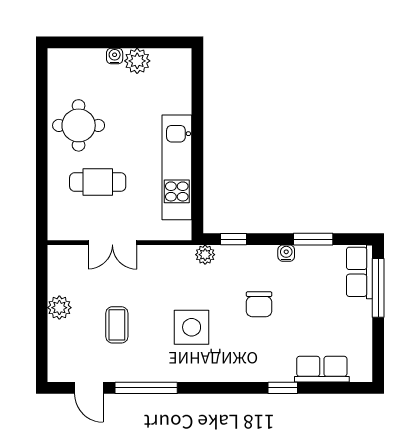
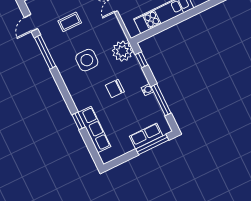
window: (313, 239) -> (161, 100), width x1.44
plant: (205, 255) -> (122, 51), width x1.87, depth x1.87
row of seats: (359, 272) -> (146, 136), moved
row of seats: (322, 369) -> (94, 130), width x1.48

